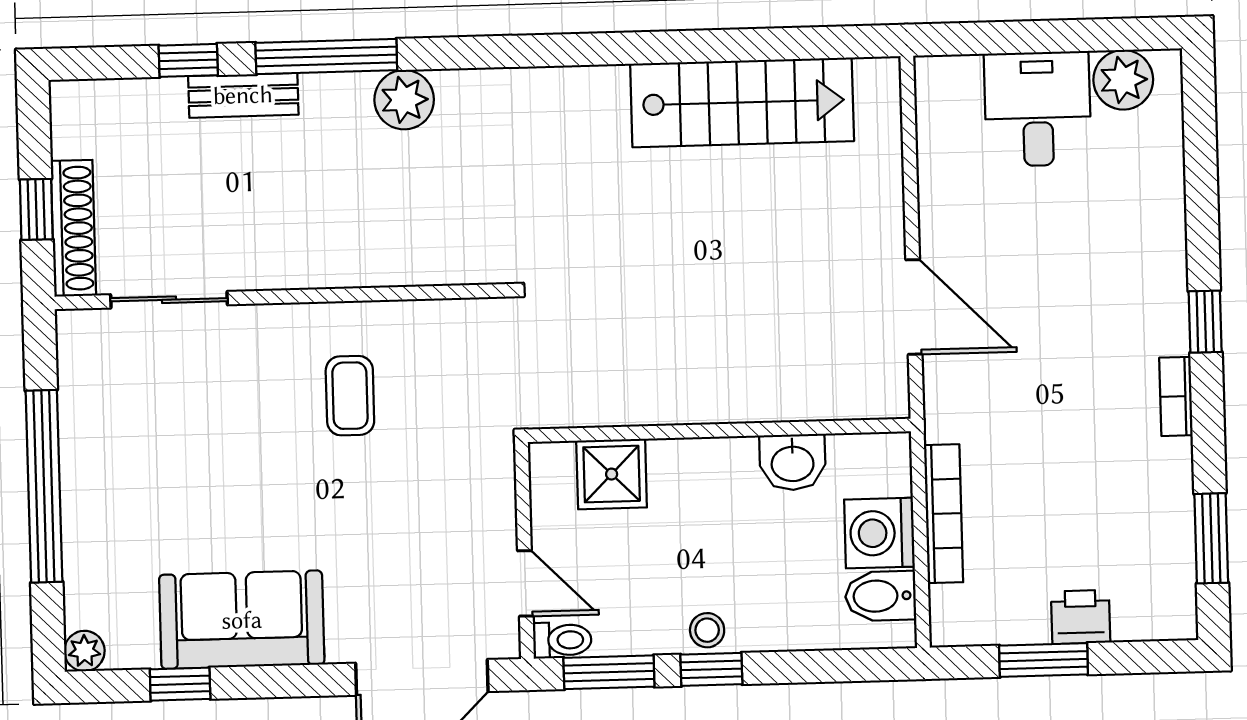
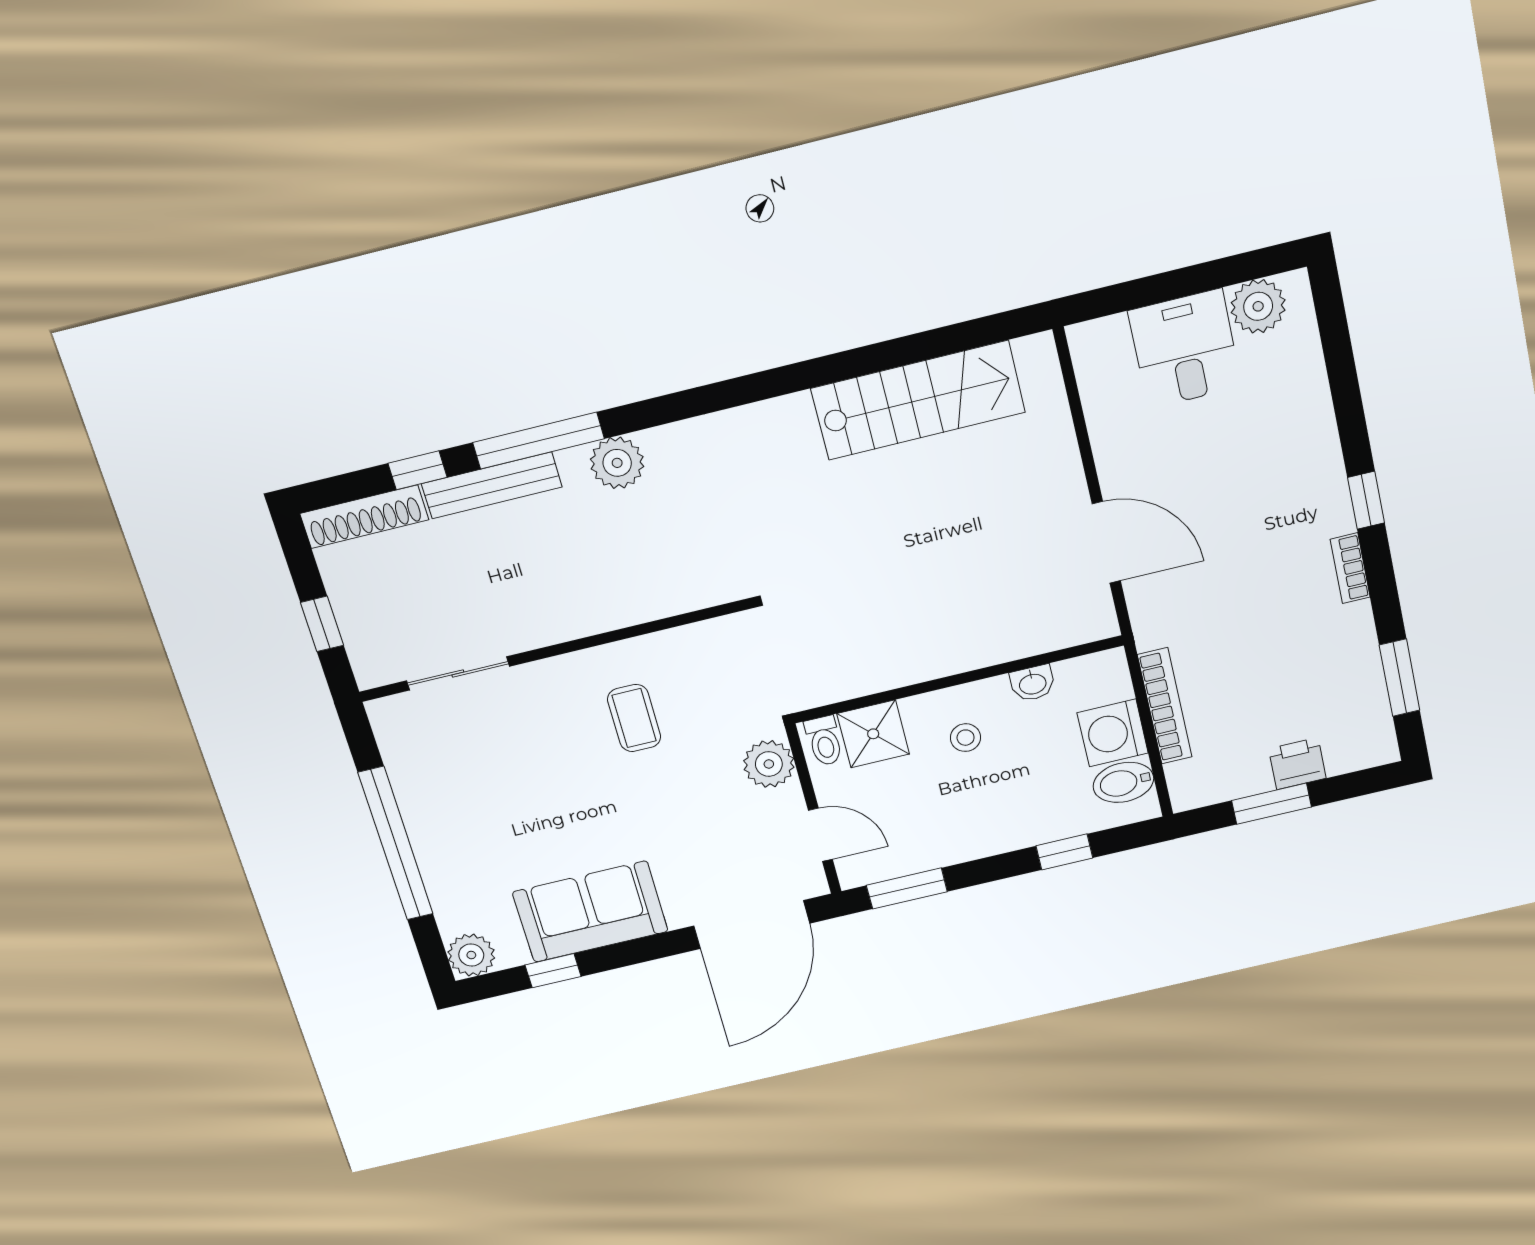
bench: (243, 95) -> (492, 485), width x1.36
shoe rack: (73, 228) -> (364, 517), moved, turned 90
washbasin: (793, 462) -> (1032, 683), width x0.72, depth x0.69
plant: (487, 484) -> (769, 764), added
stool: (707, 630) -> (966, 738), moved
toilet: (562, 640) -> (824, 741), moved, turned 90
plant: (84, 651) -> (471, 955), width x1.38, depth x1.38
window: (711, 669) -> (1064, 852), moved

